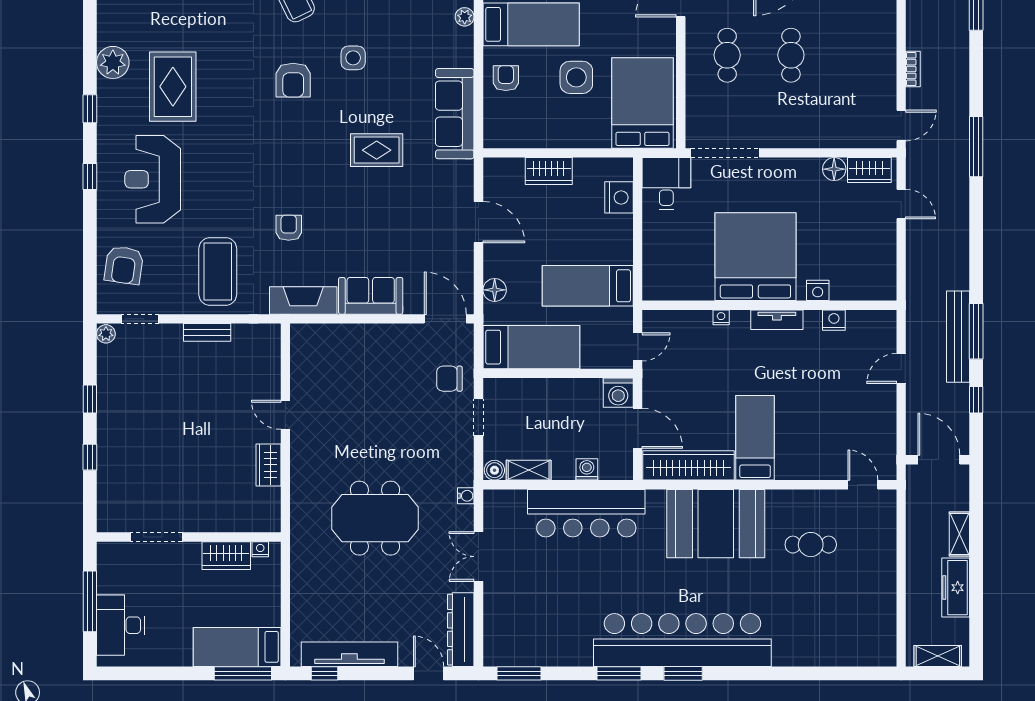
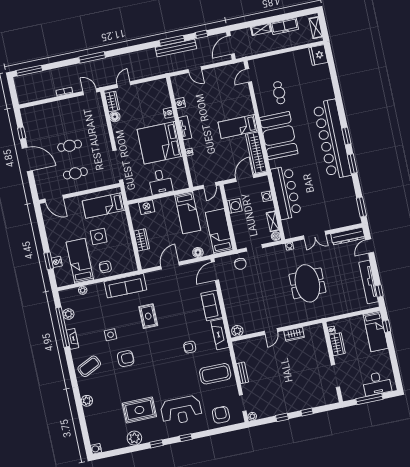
bed: (642, 103) -> (104, 206), width x0.67
desk: (666, 184) -> (161, 182), moved, turned -90
armchair: (124, 265) -> (221, 415), turned -98
plant: (302, 341) -> (237, 331), added
door: (638, 347) -> (210, 185), swing flipped
washing machine: (618, 393) -> (234, 206), moved
fridge: (876, 649) -> (318, 55), added
window: (243, 673) -> (387, 326), width x0.46

